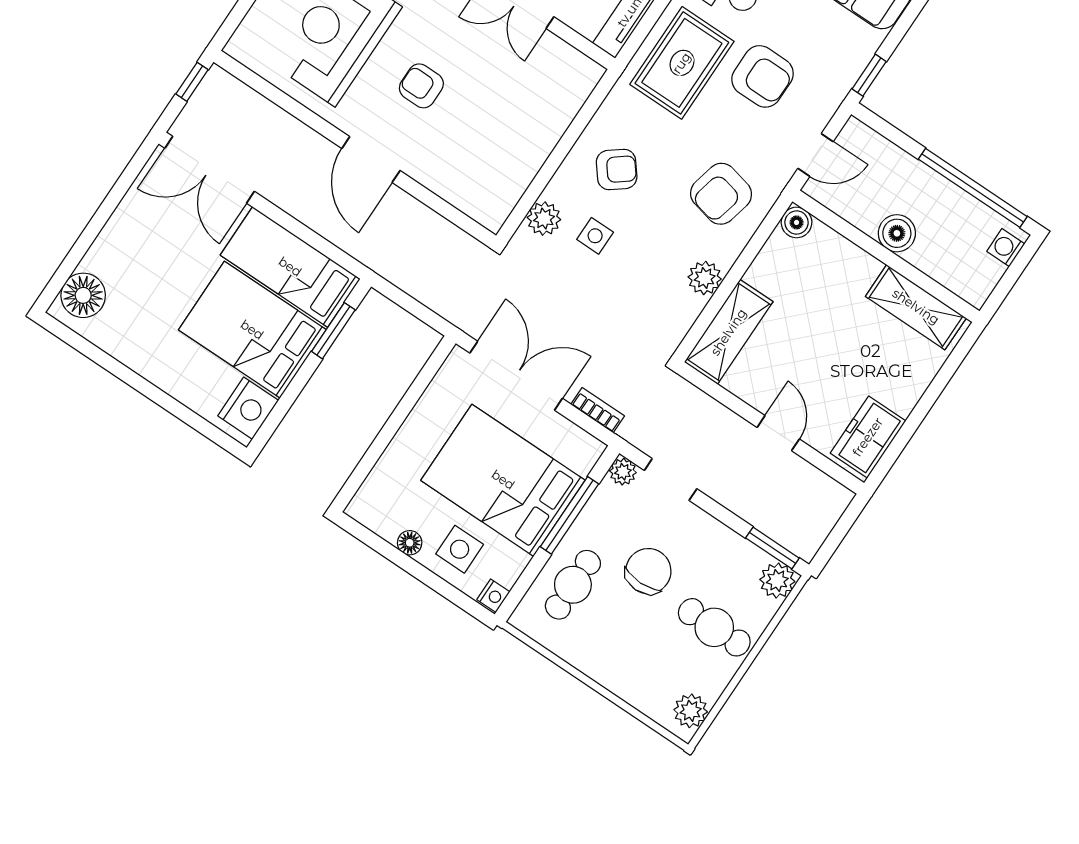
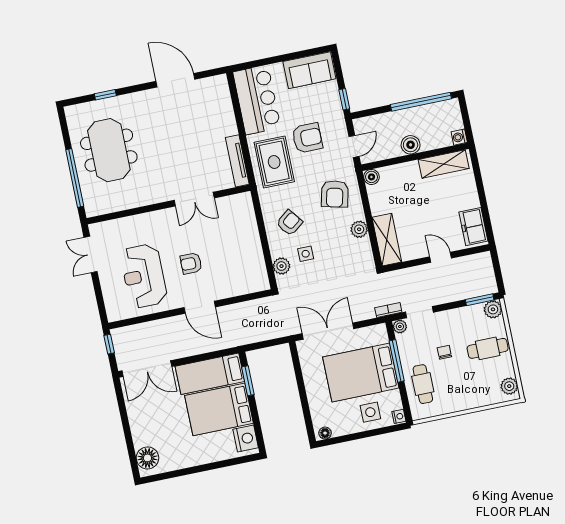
washing machine: (1006, 248) -> (459, 137), moved
bookcase: (598, 410) -> (388, 310), moved
floor lamp: (410, 543) -> (325, 433), moved
chair: (648, 571) -> (444, 352), width x0.54, depth x0.54

